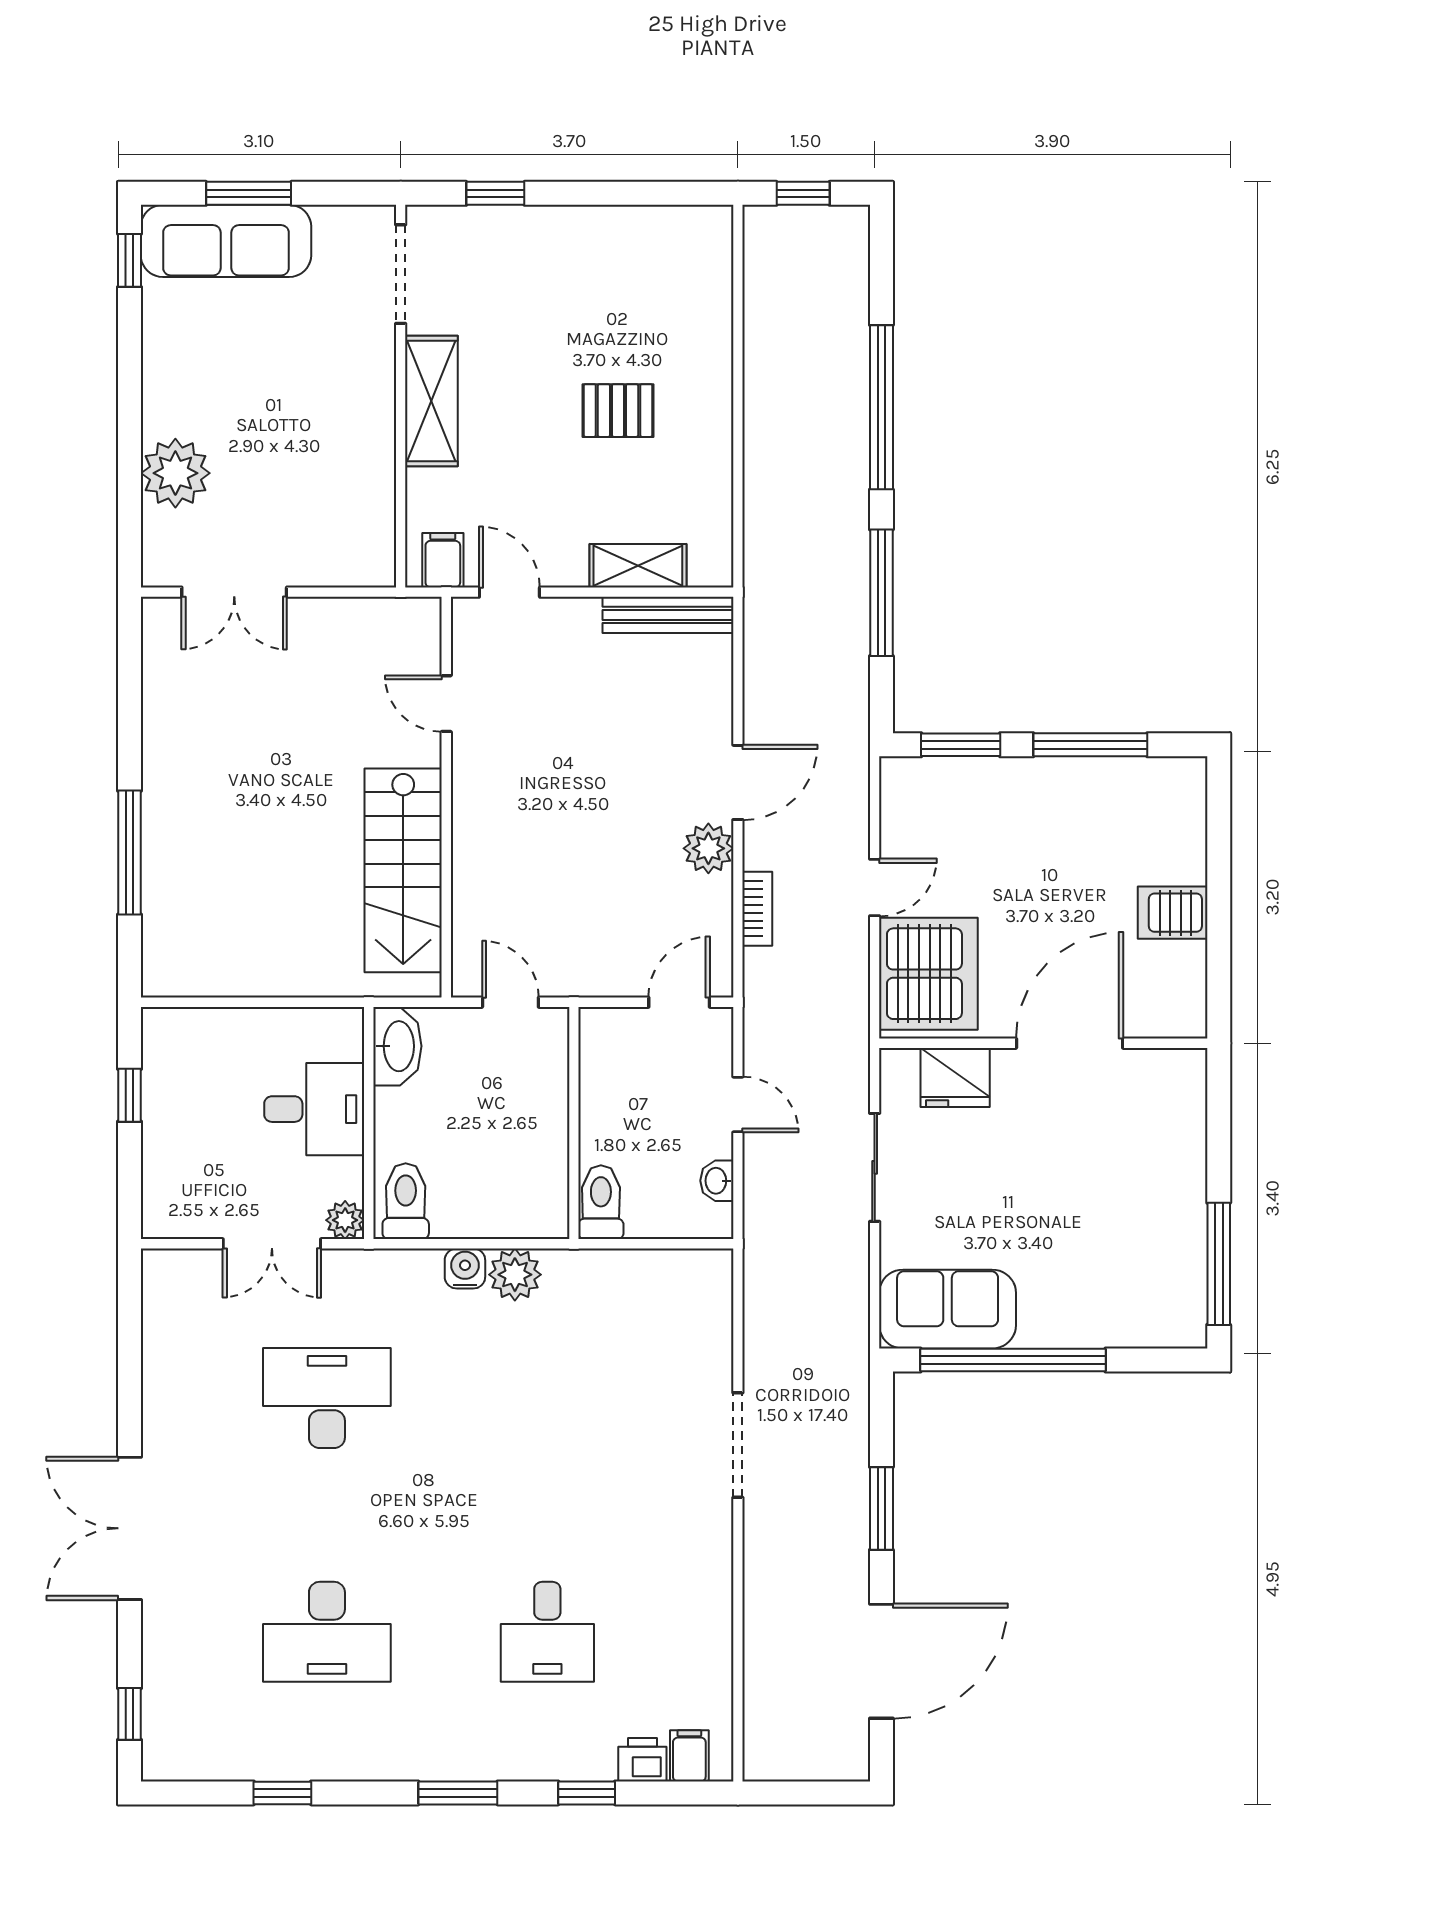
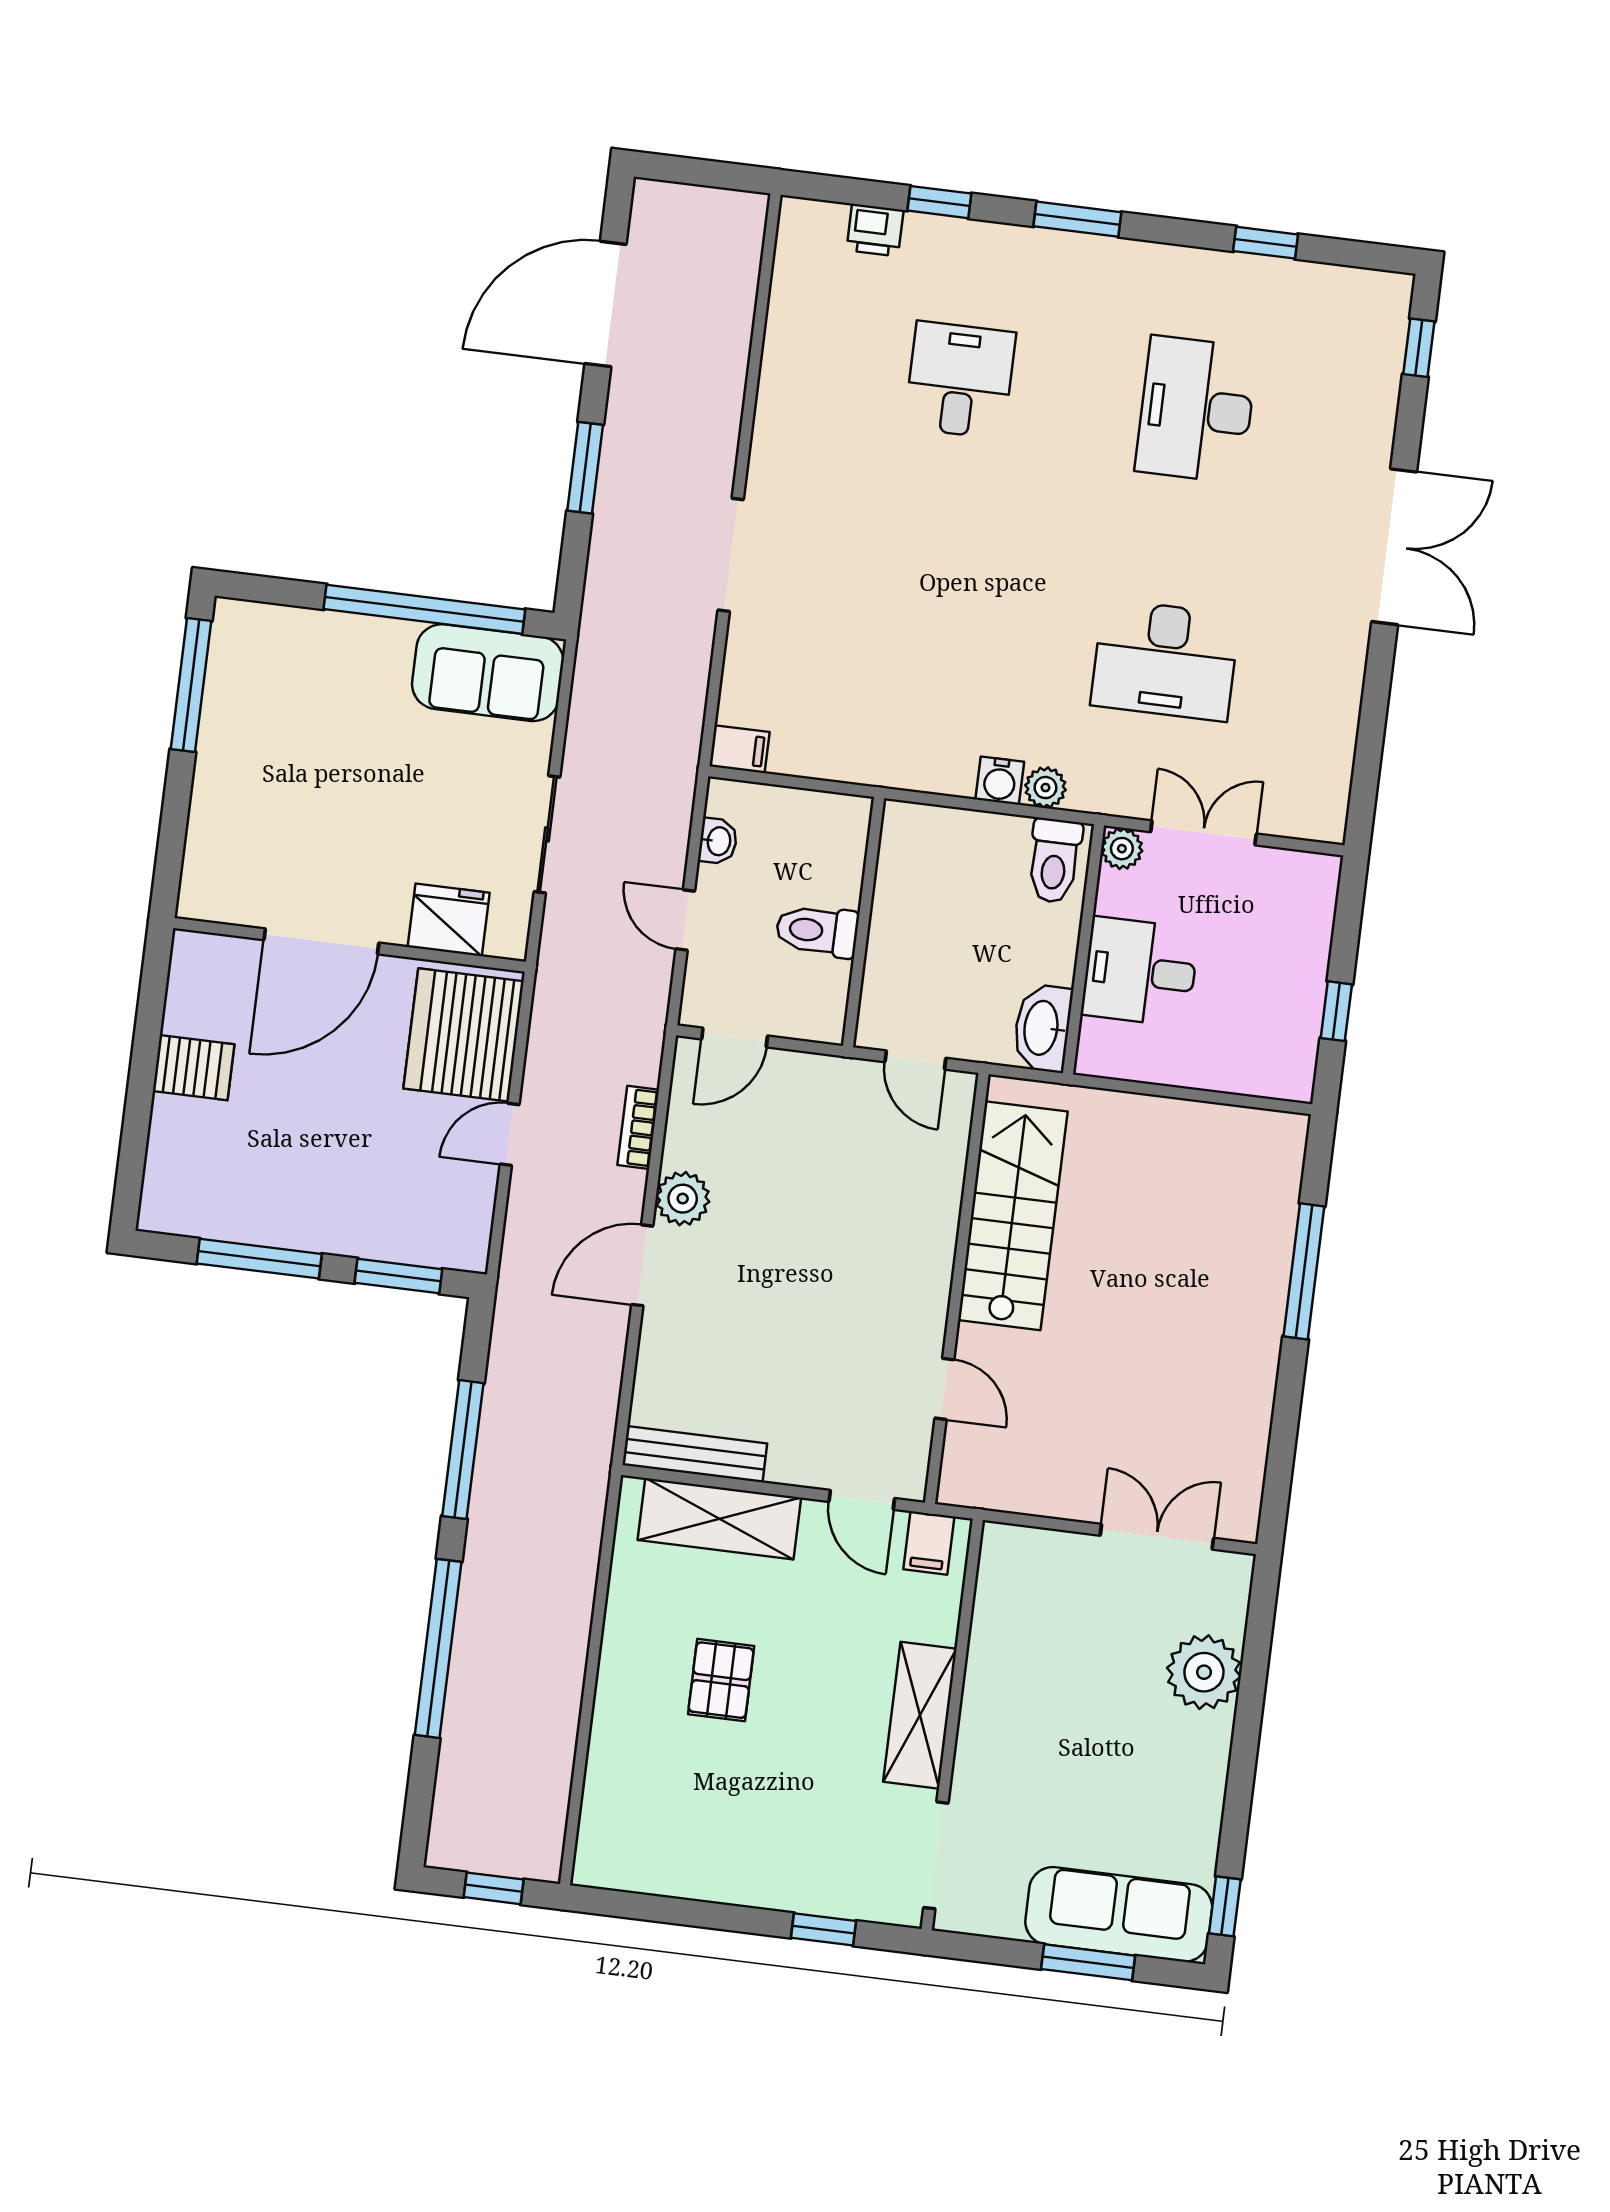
pallet: (618, 411) -> (721, 1680), turned 90
shelving: (638, 566) -> (719, 1519), width x1.50, depth x1.33
toilet: (601, 1202) -> (817, 931), moved, turned 90
plant: (515, 1275) -> (1045, 788), moved, width x0.73, depth x0.73
desk: (327, 1632) -> (1196, 409), turned -90
filing cabinet: (689, 1756) -> (739, 749), moved, turned -90

